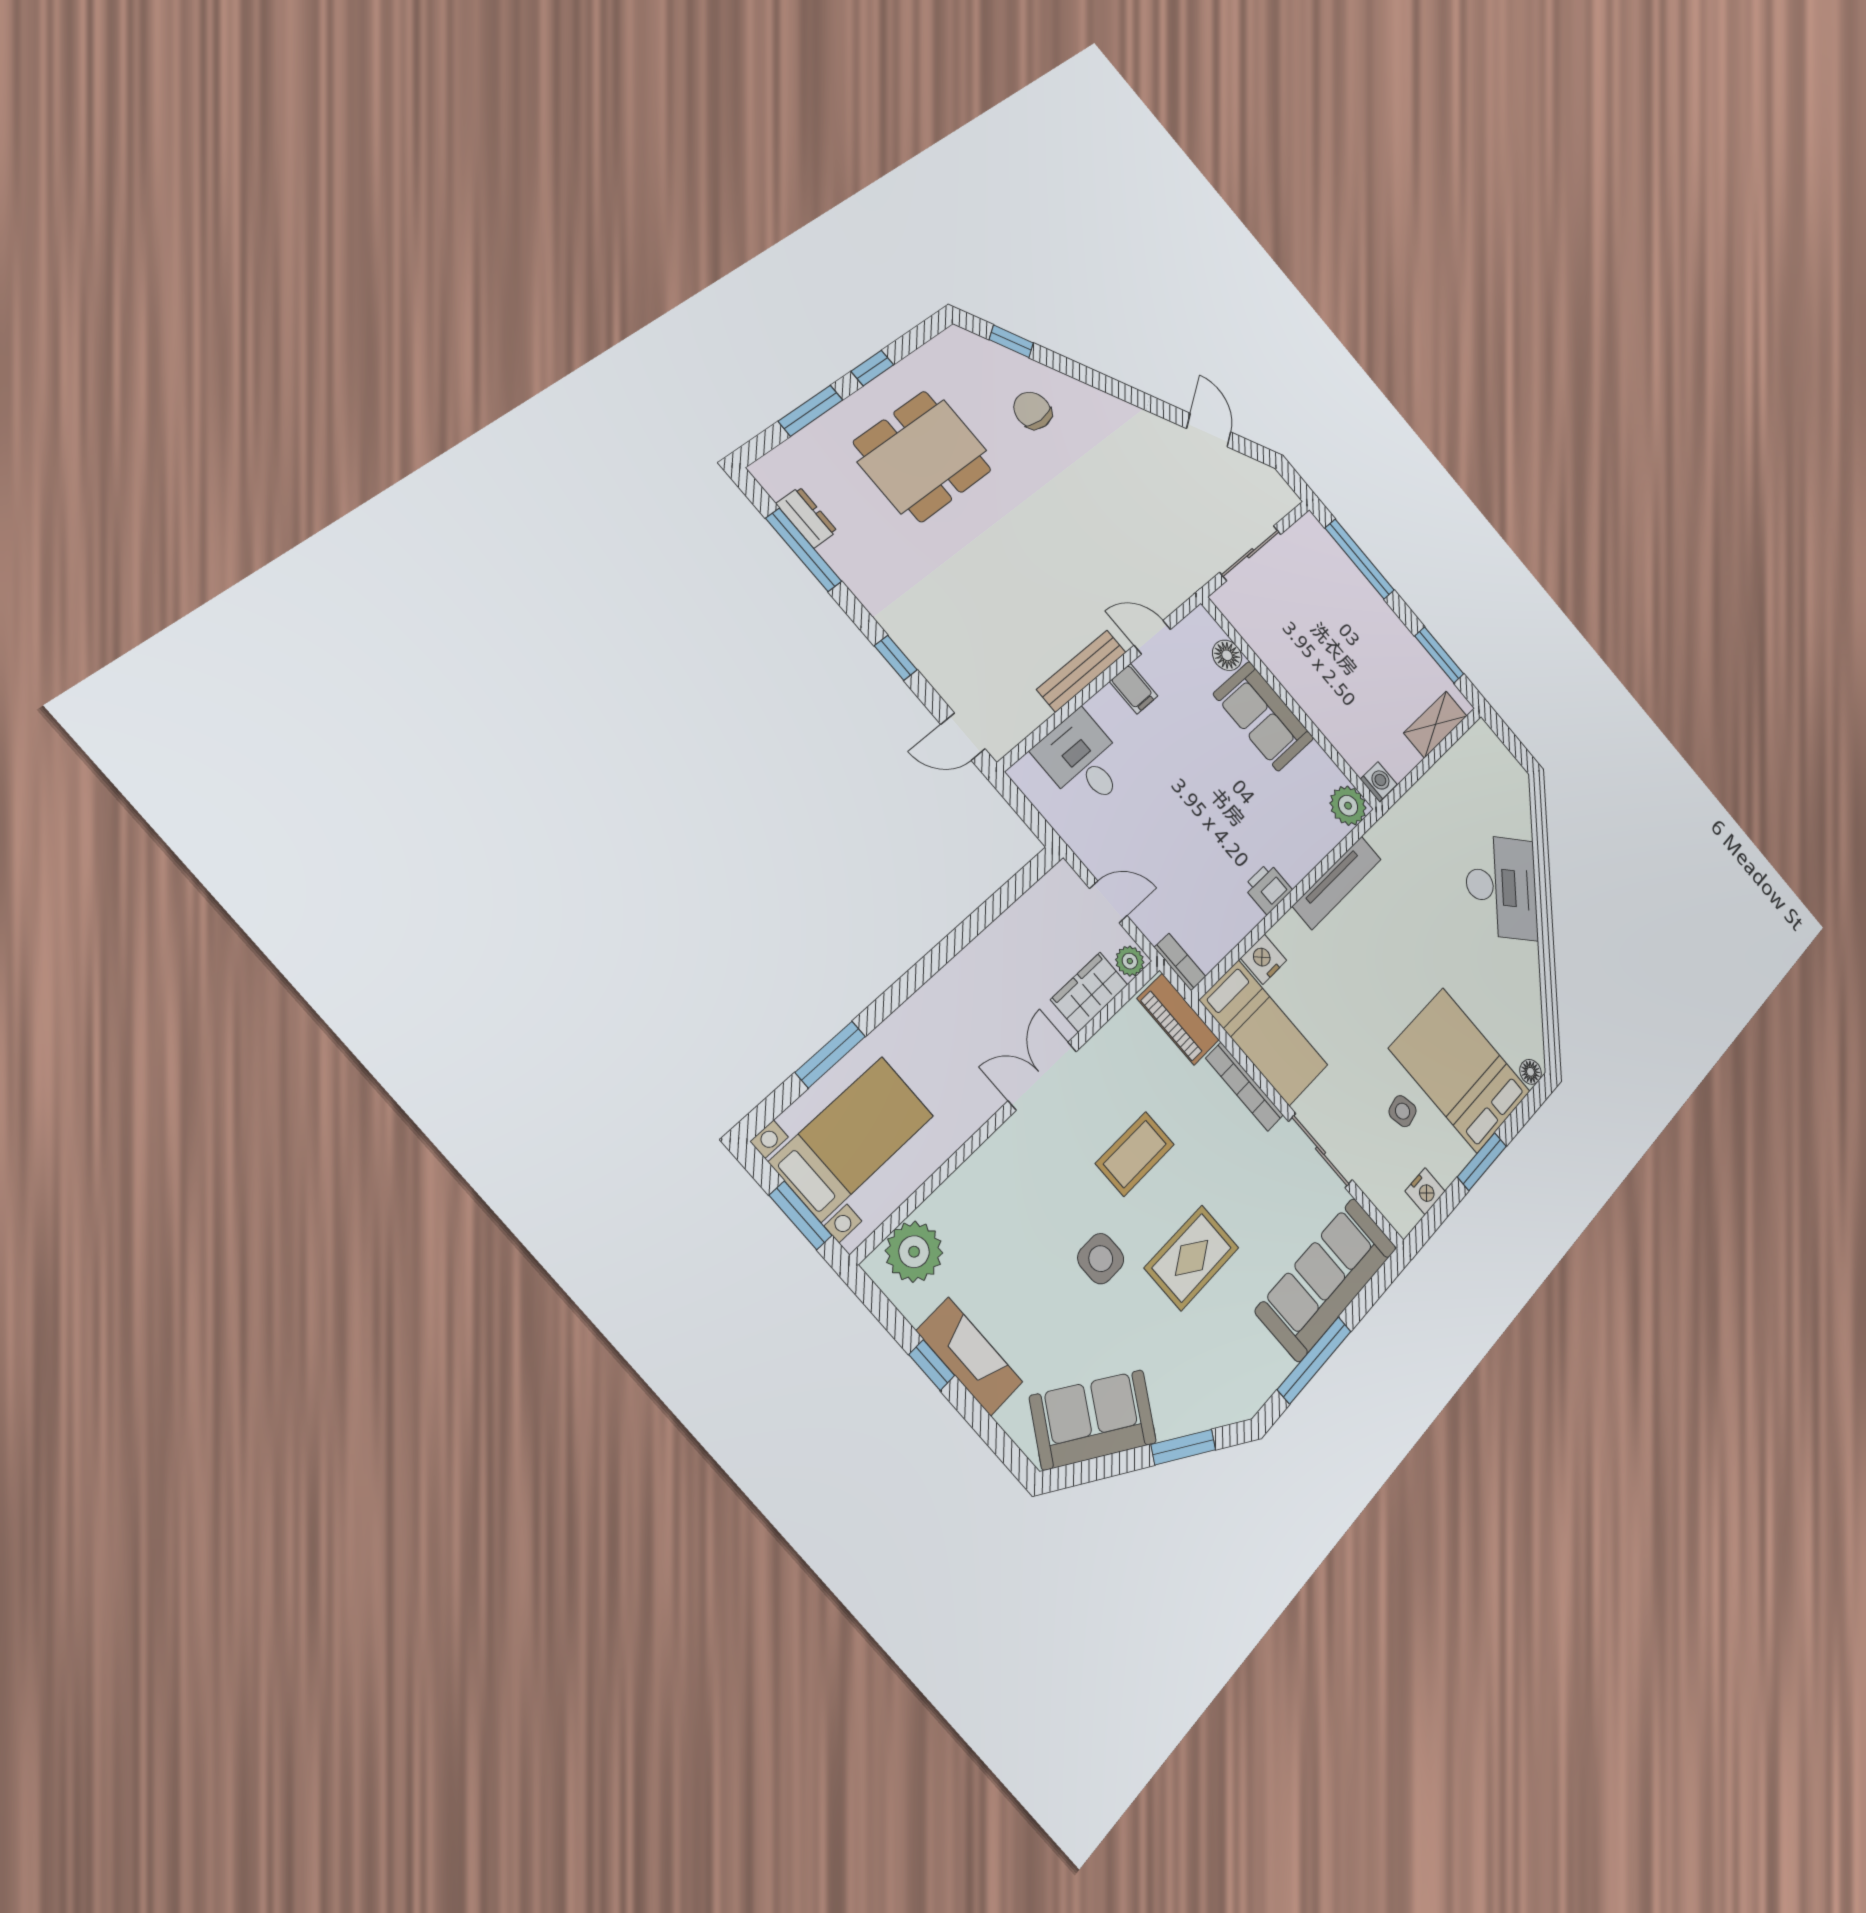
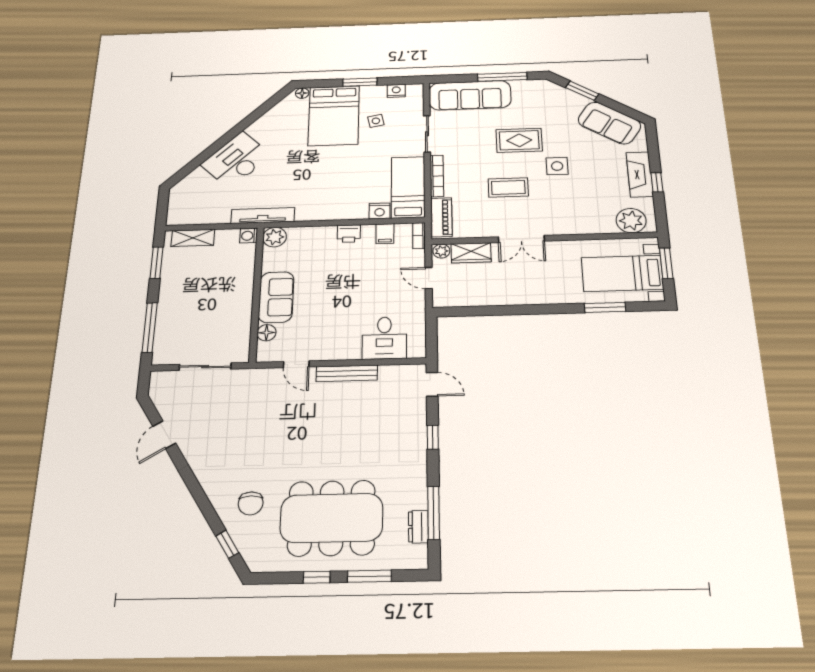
dining table: (923, 456) -> (331, 518), width x1.36, depth x1.24
filing cabinet: (1134, 689) -> (385, 234), moved, turned 180
tv unit: (1337, 883) -> (263, 215), moved

